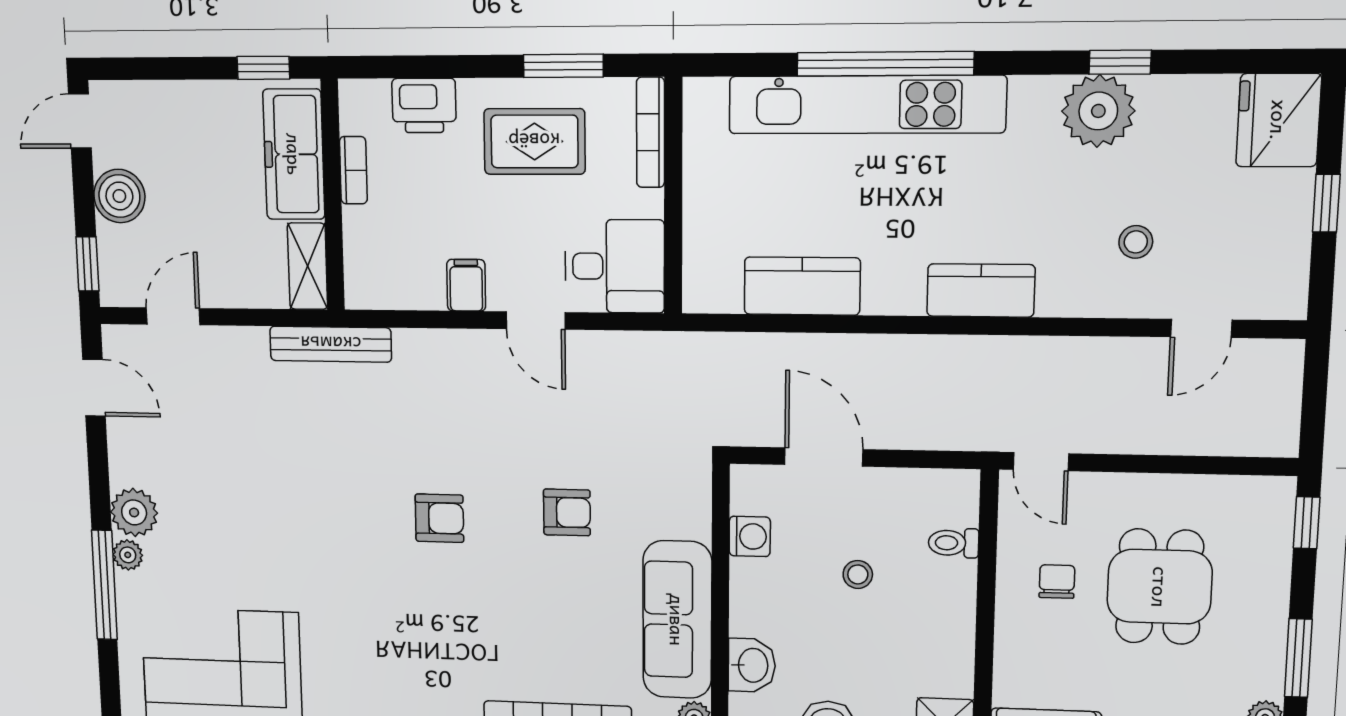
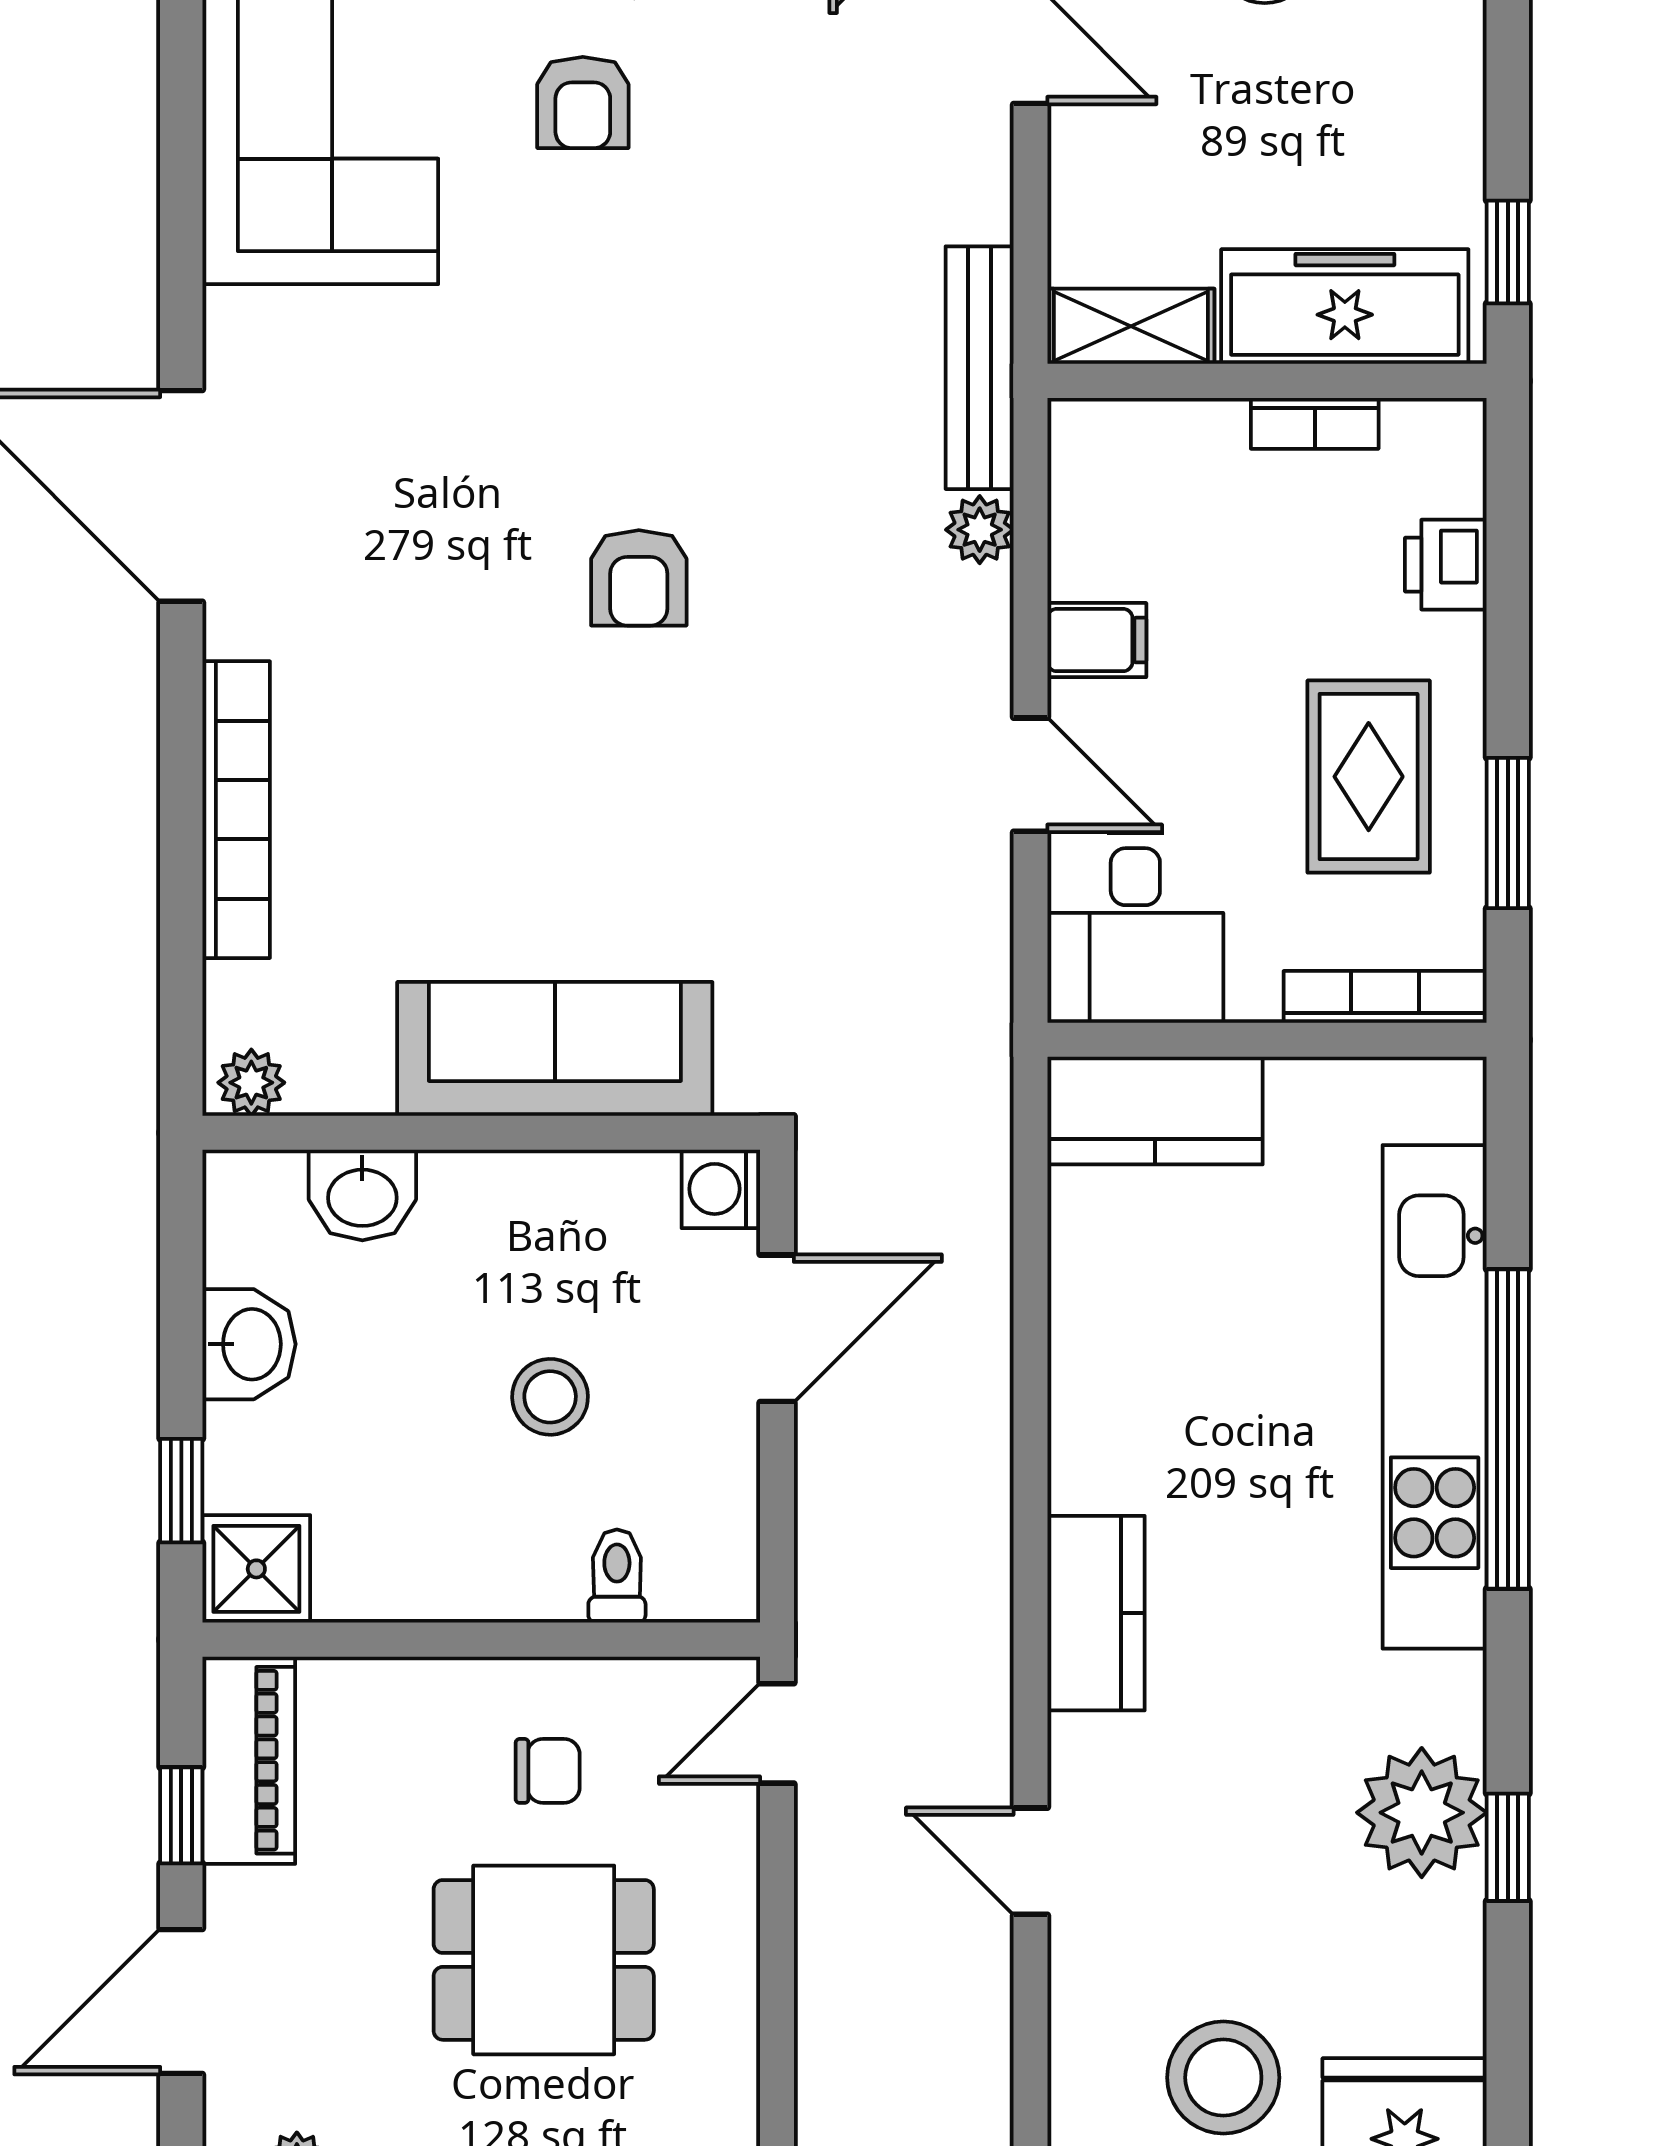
printer: (424, 105) -> (1446, 565), width x0.73, depth x0.81
stool: (1136, 242) -> (1223, 2078), moved, width x1.89, depth x1.89
kitchen counter: (802, 286) -> (1155, 1111), moved, turned 90
door: (536, 321) -> (1030, 775), swing flipped
door: (1201, 328) -> (1030, 1861), moved
plant: (412, 345) -> (980, 530), added
armchair: (567, 512) -> (583, 102), moved
washing machine: (750, 536) -> (721, 1189), moved, turned 90
stool: (858, 574) -> (550, 1397), width x1.37, depth x1.37
sofa: (677, 620) -> (555, 1049), moved

